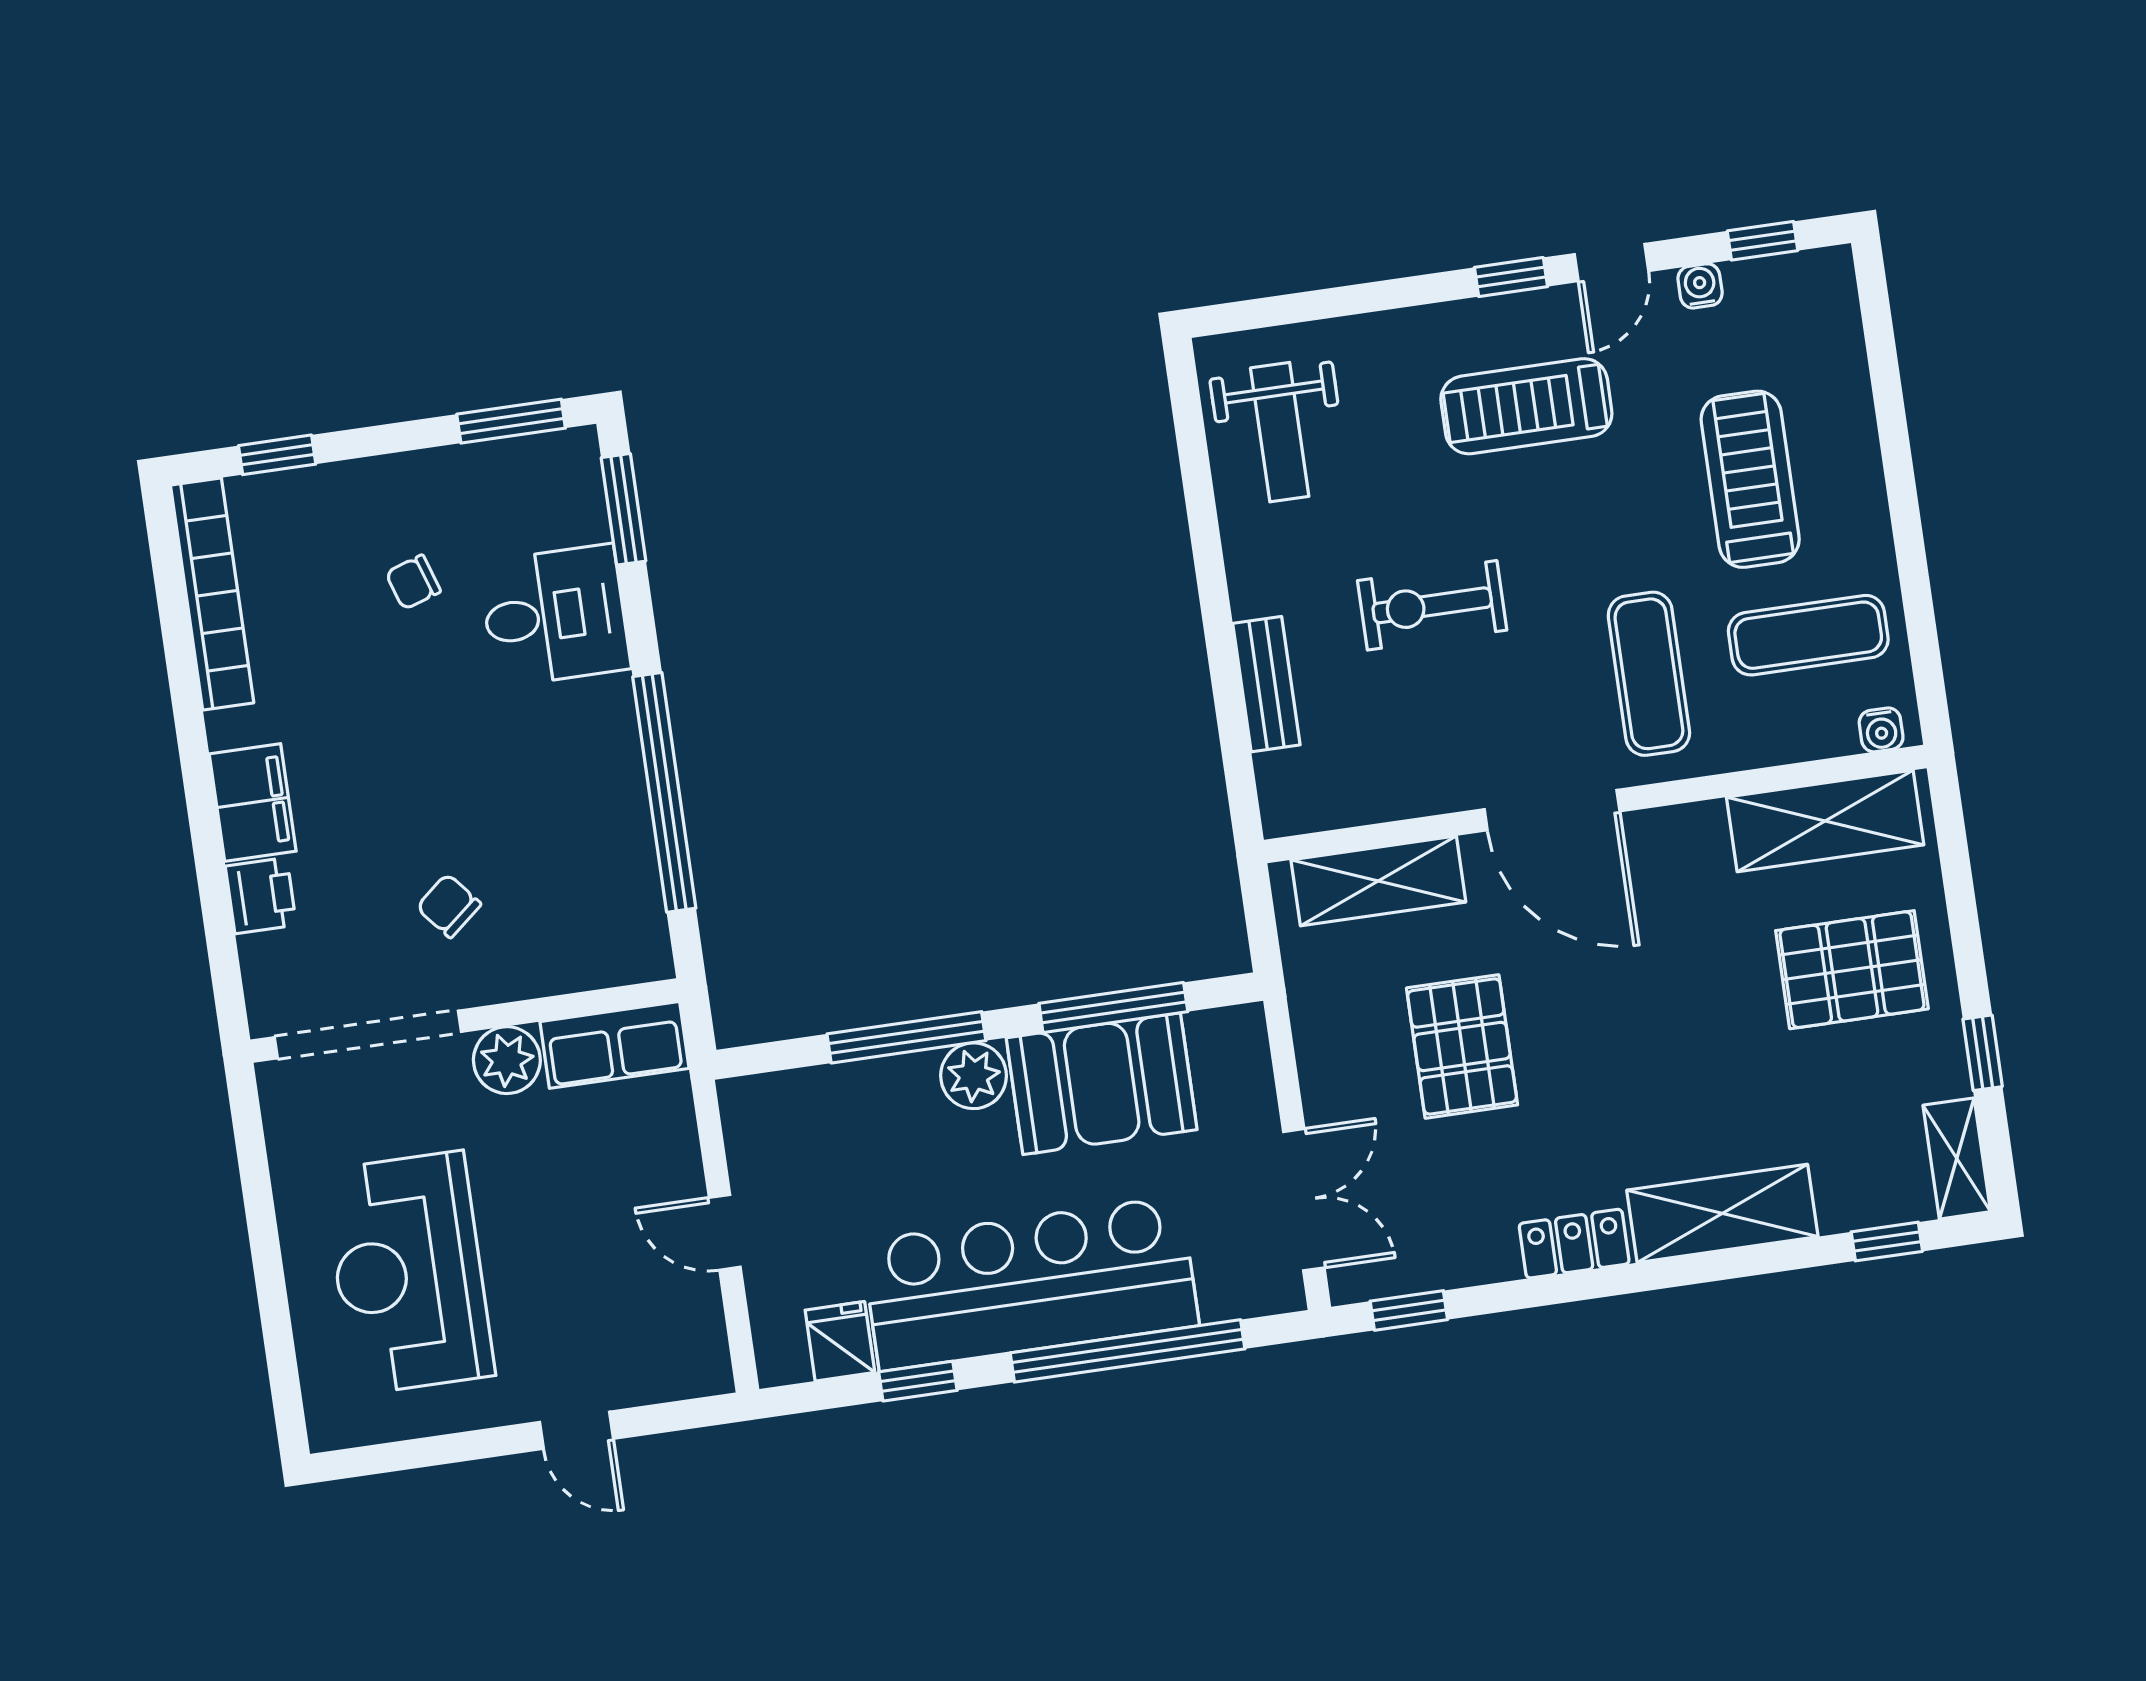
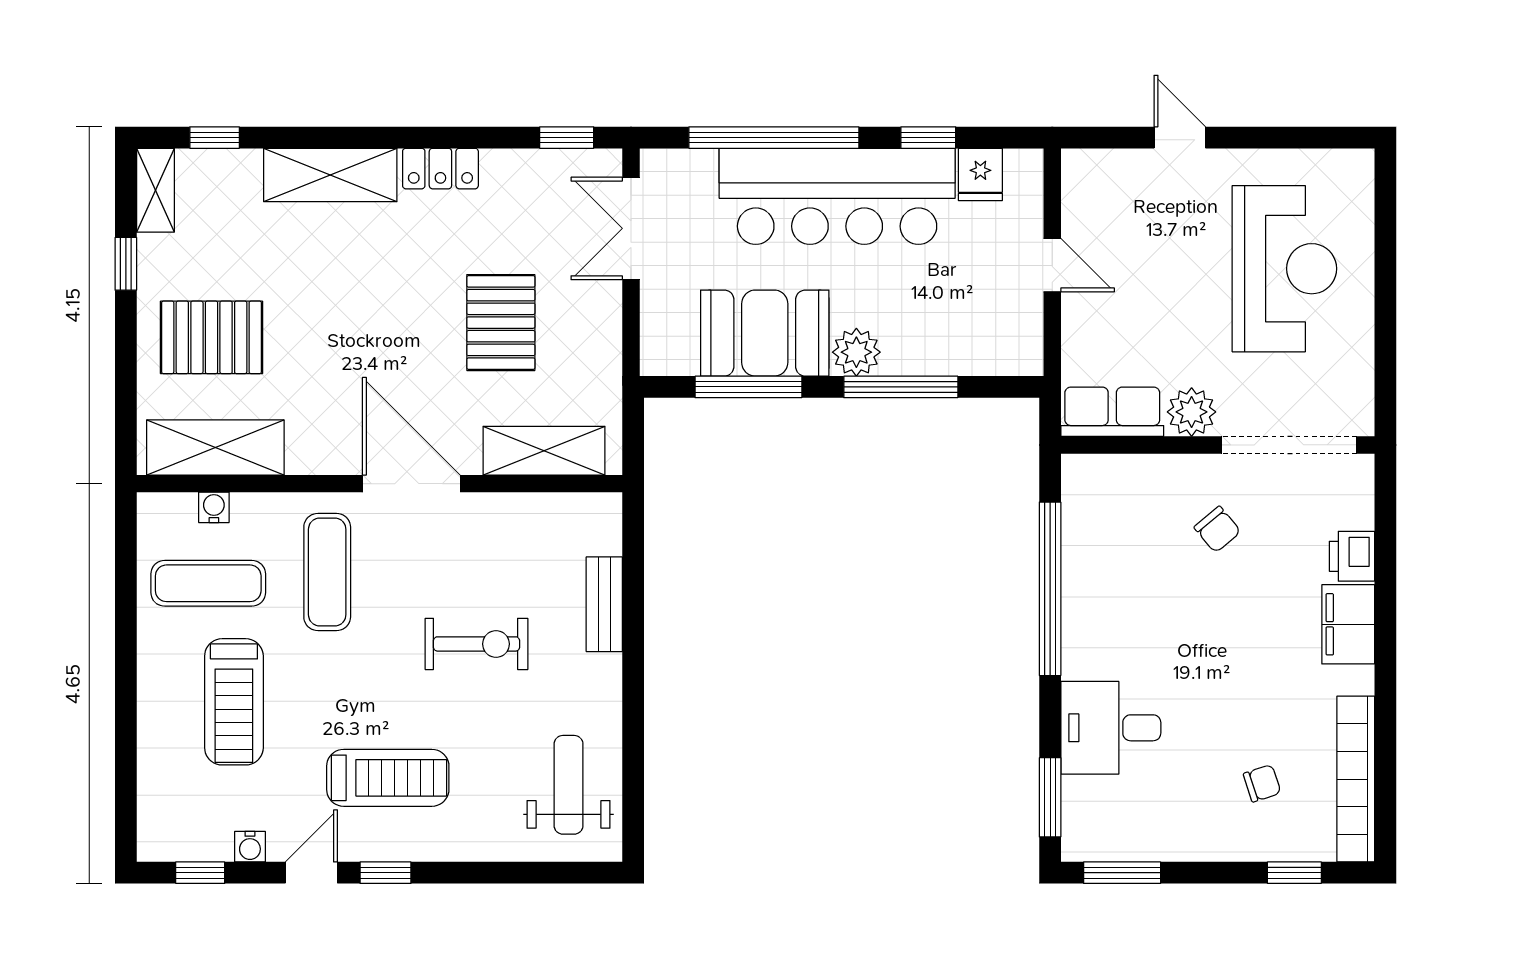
chair: (413, 582) -> (1262, 783), moved
water cooler: (1881, 730) -> (214, 507), moved

